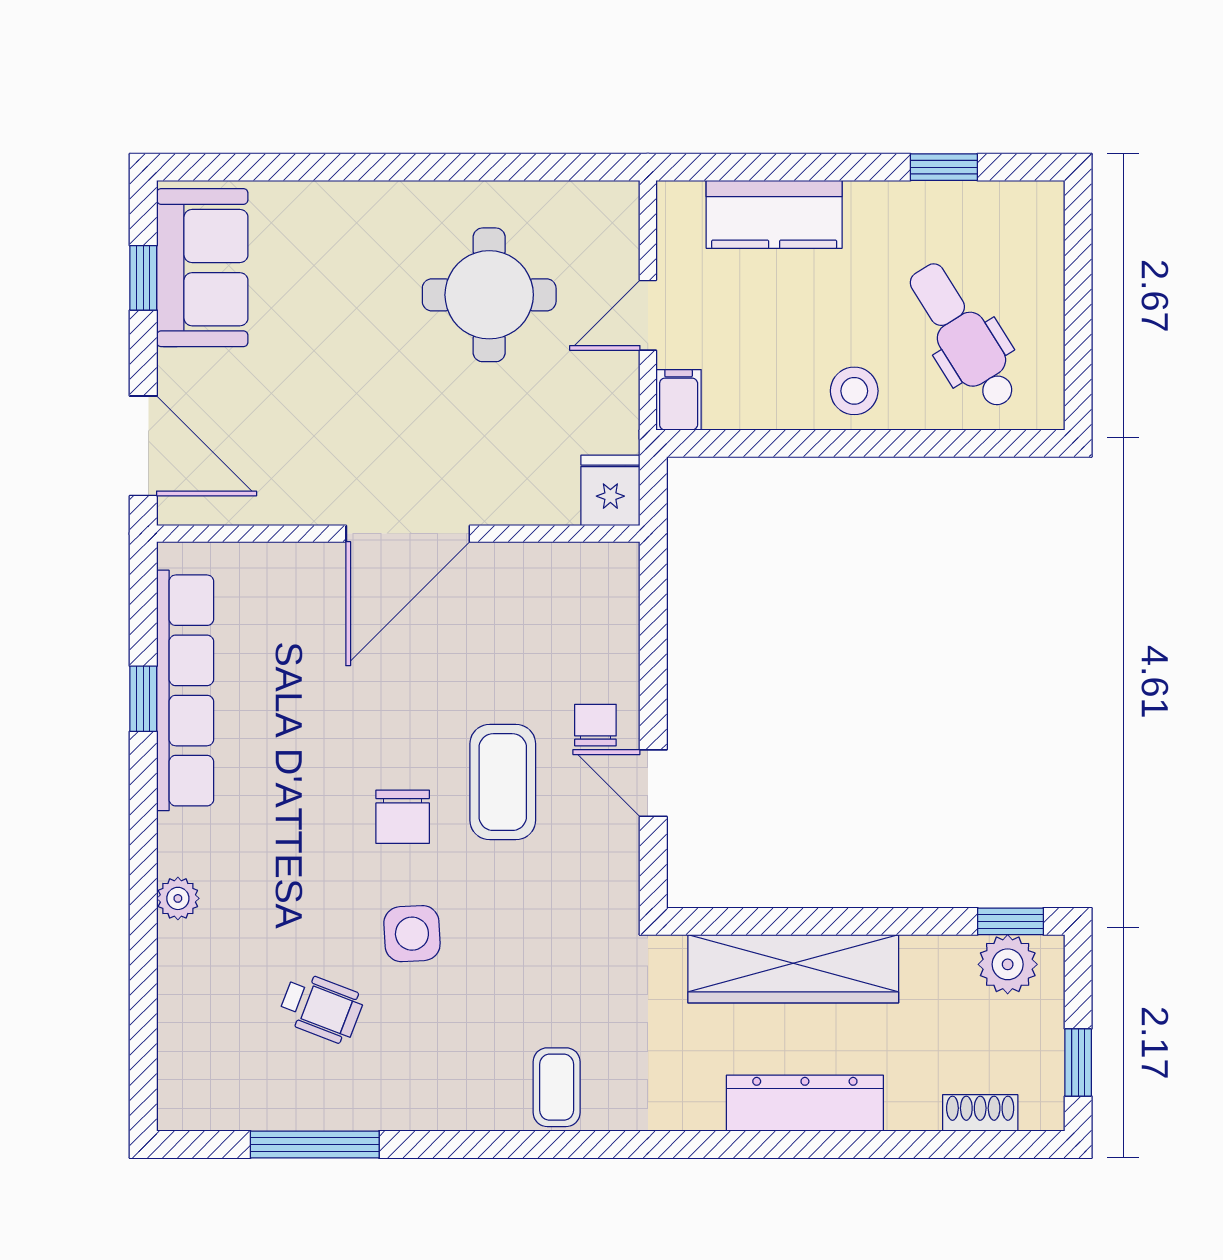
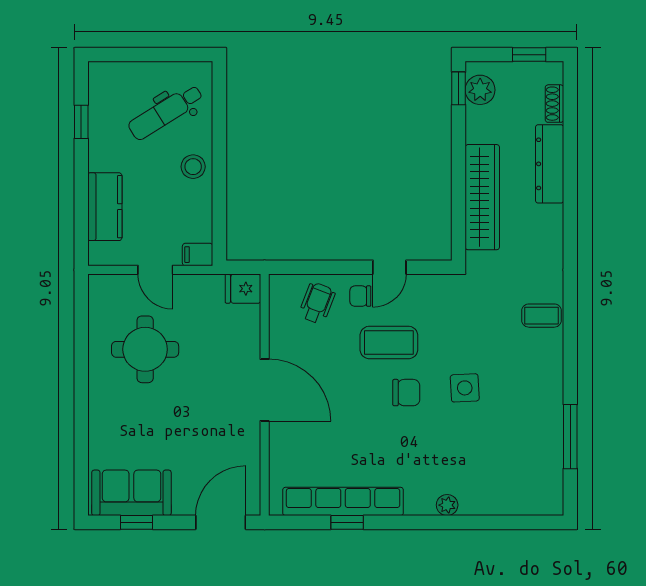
wheelchair: (321, 1008) -> (317, 303), moved
dresser: (805, 1103) -> (550, 164), moved

